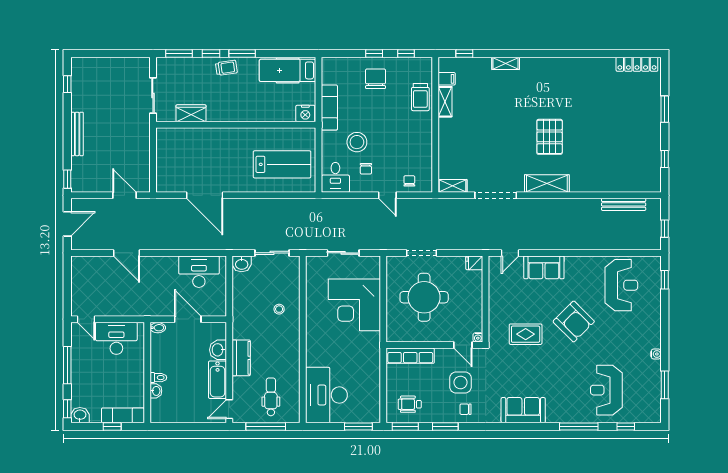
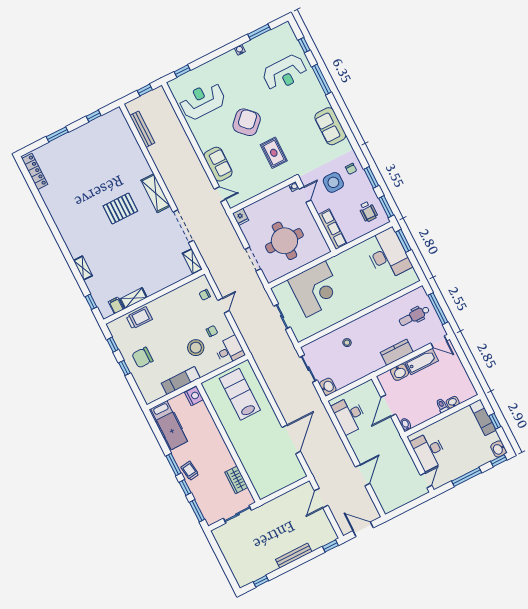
desk: (326, 395) -> (388, 254), moved, turned -90

